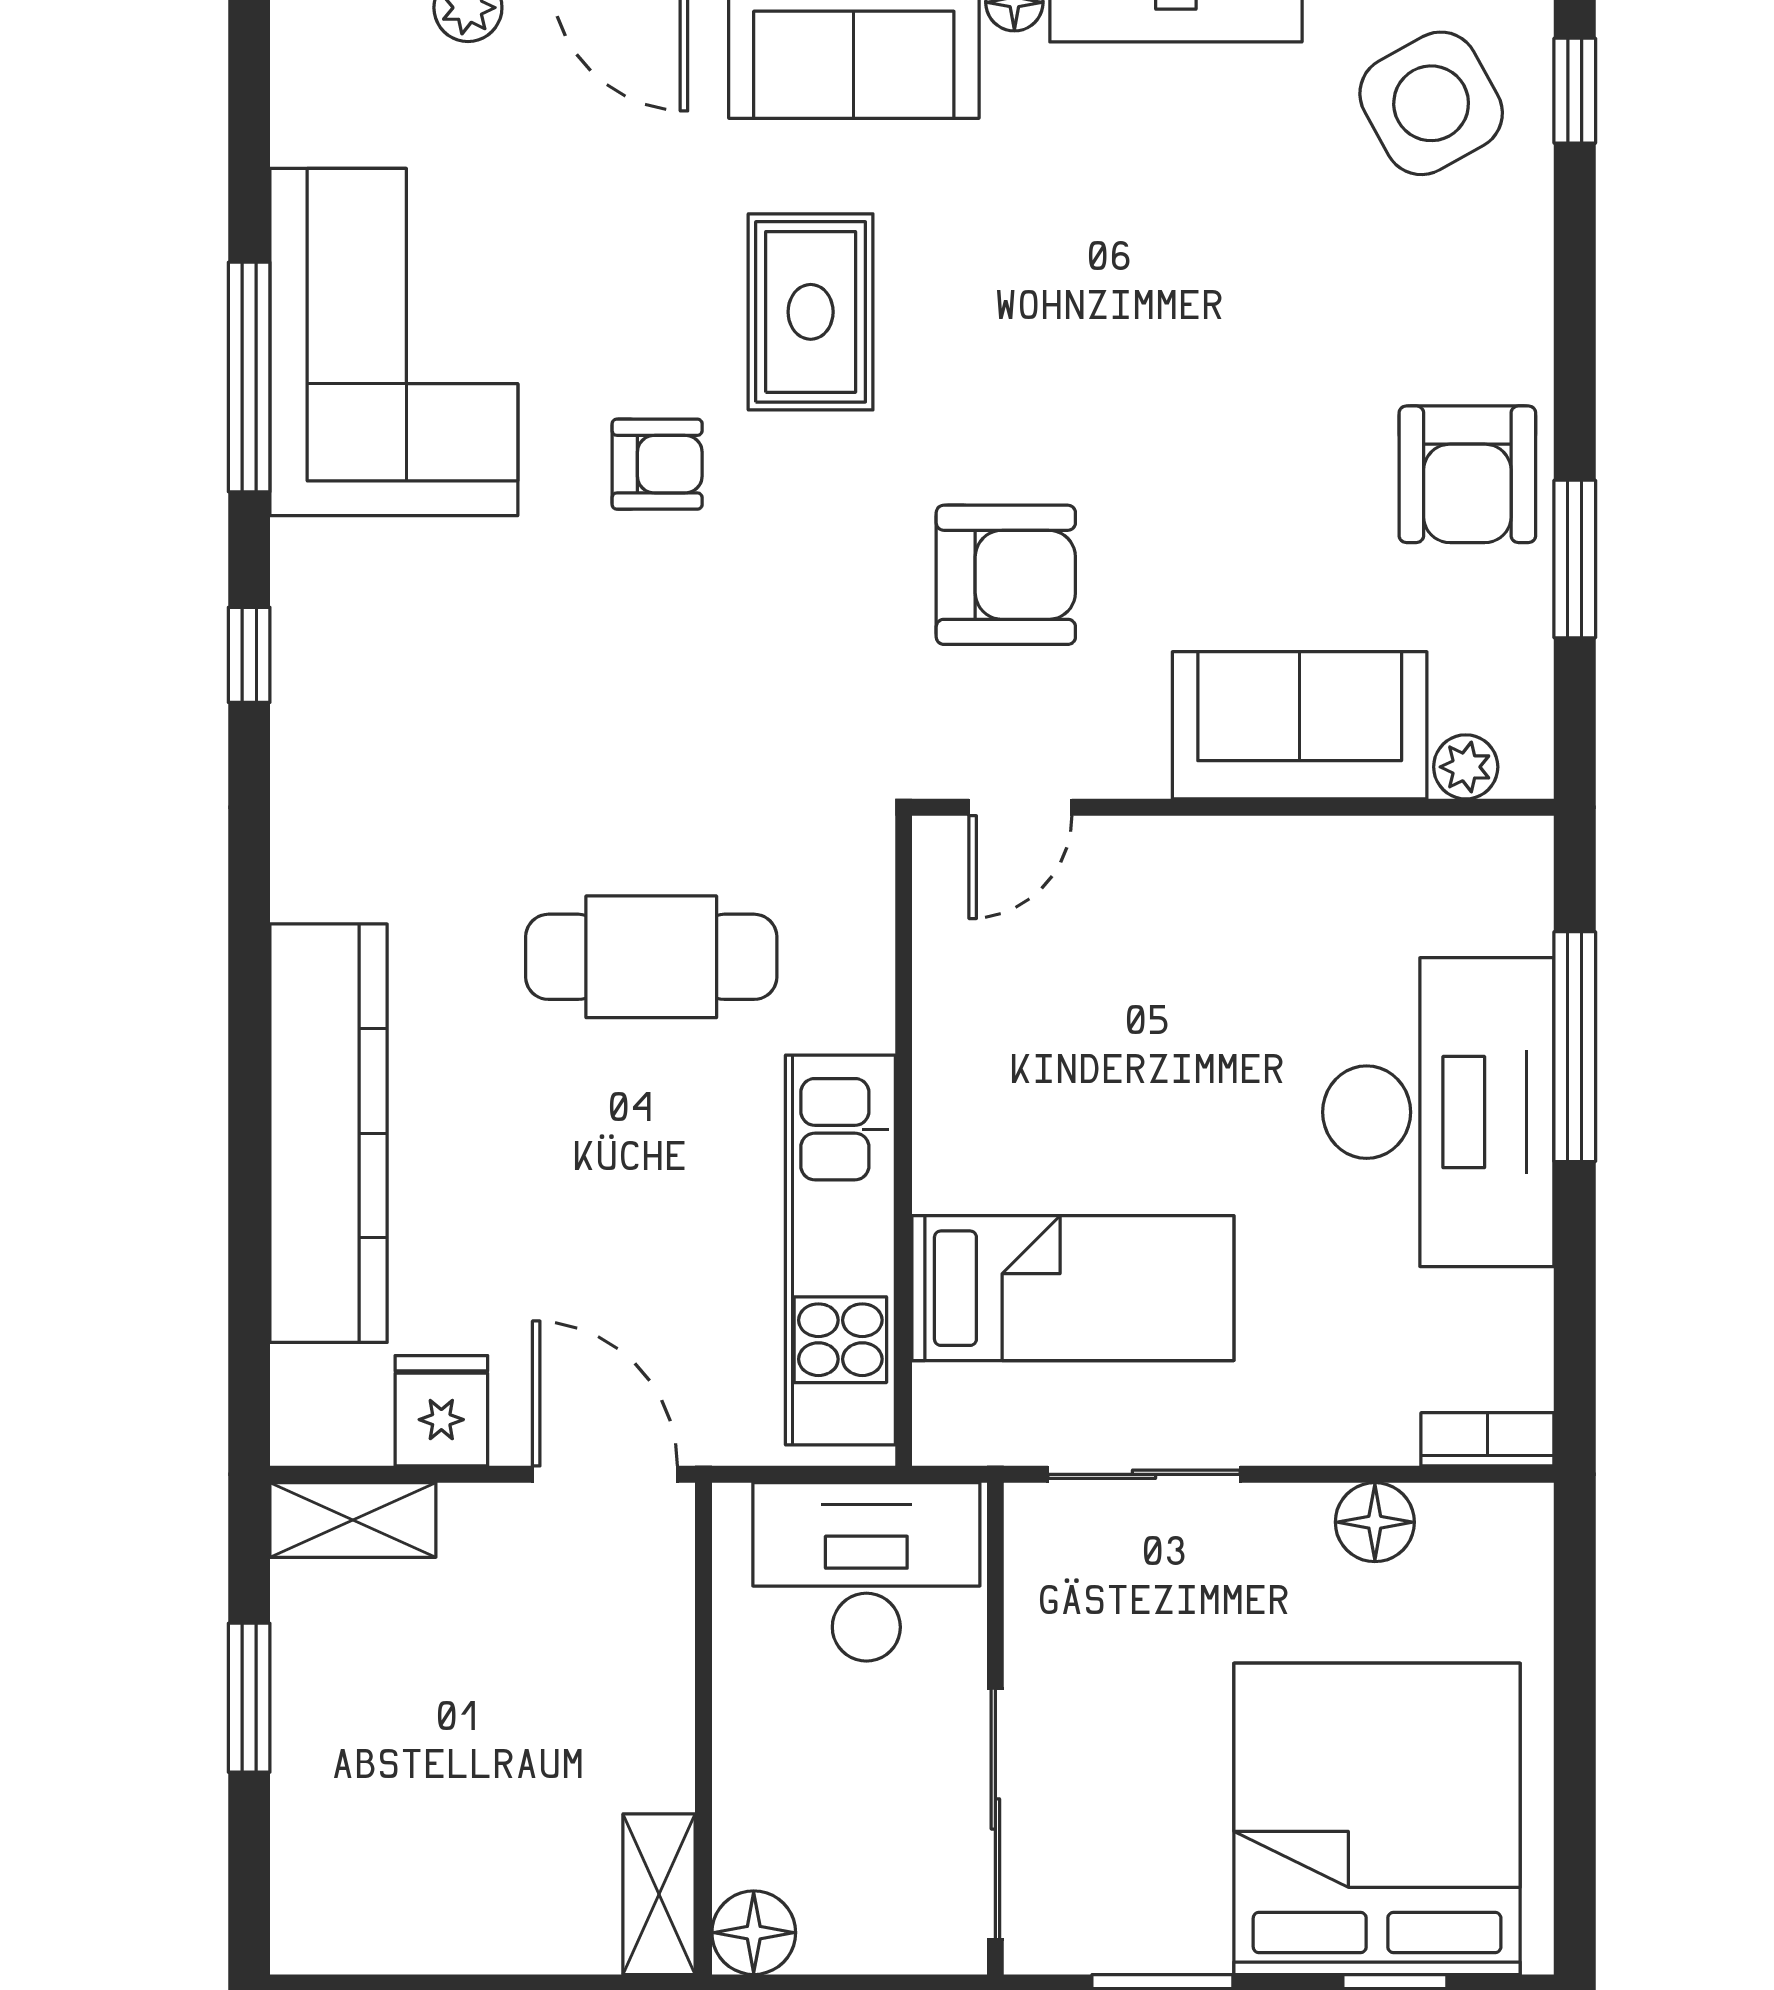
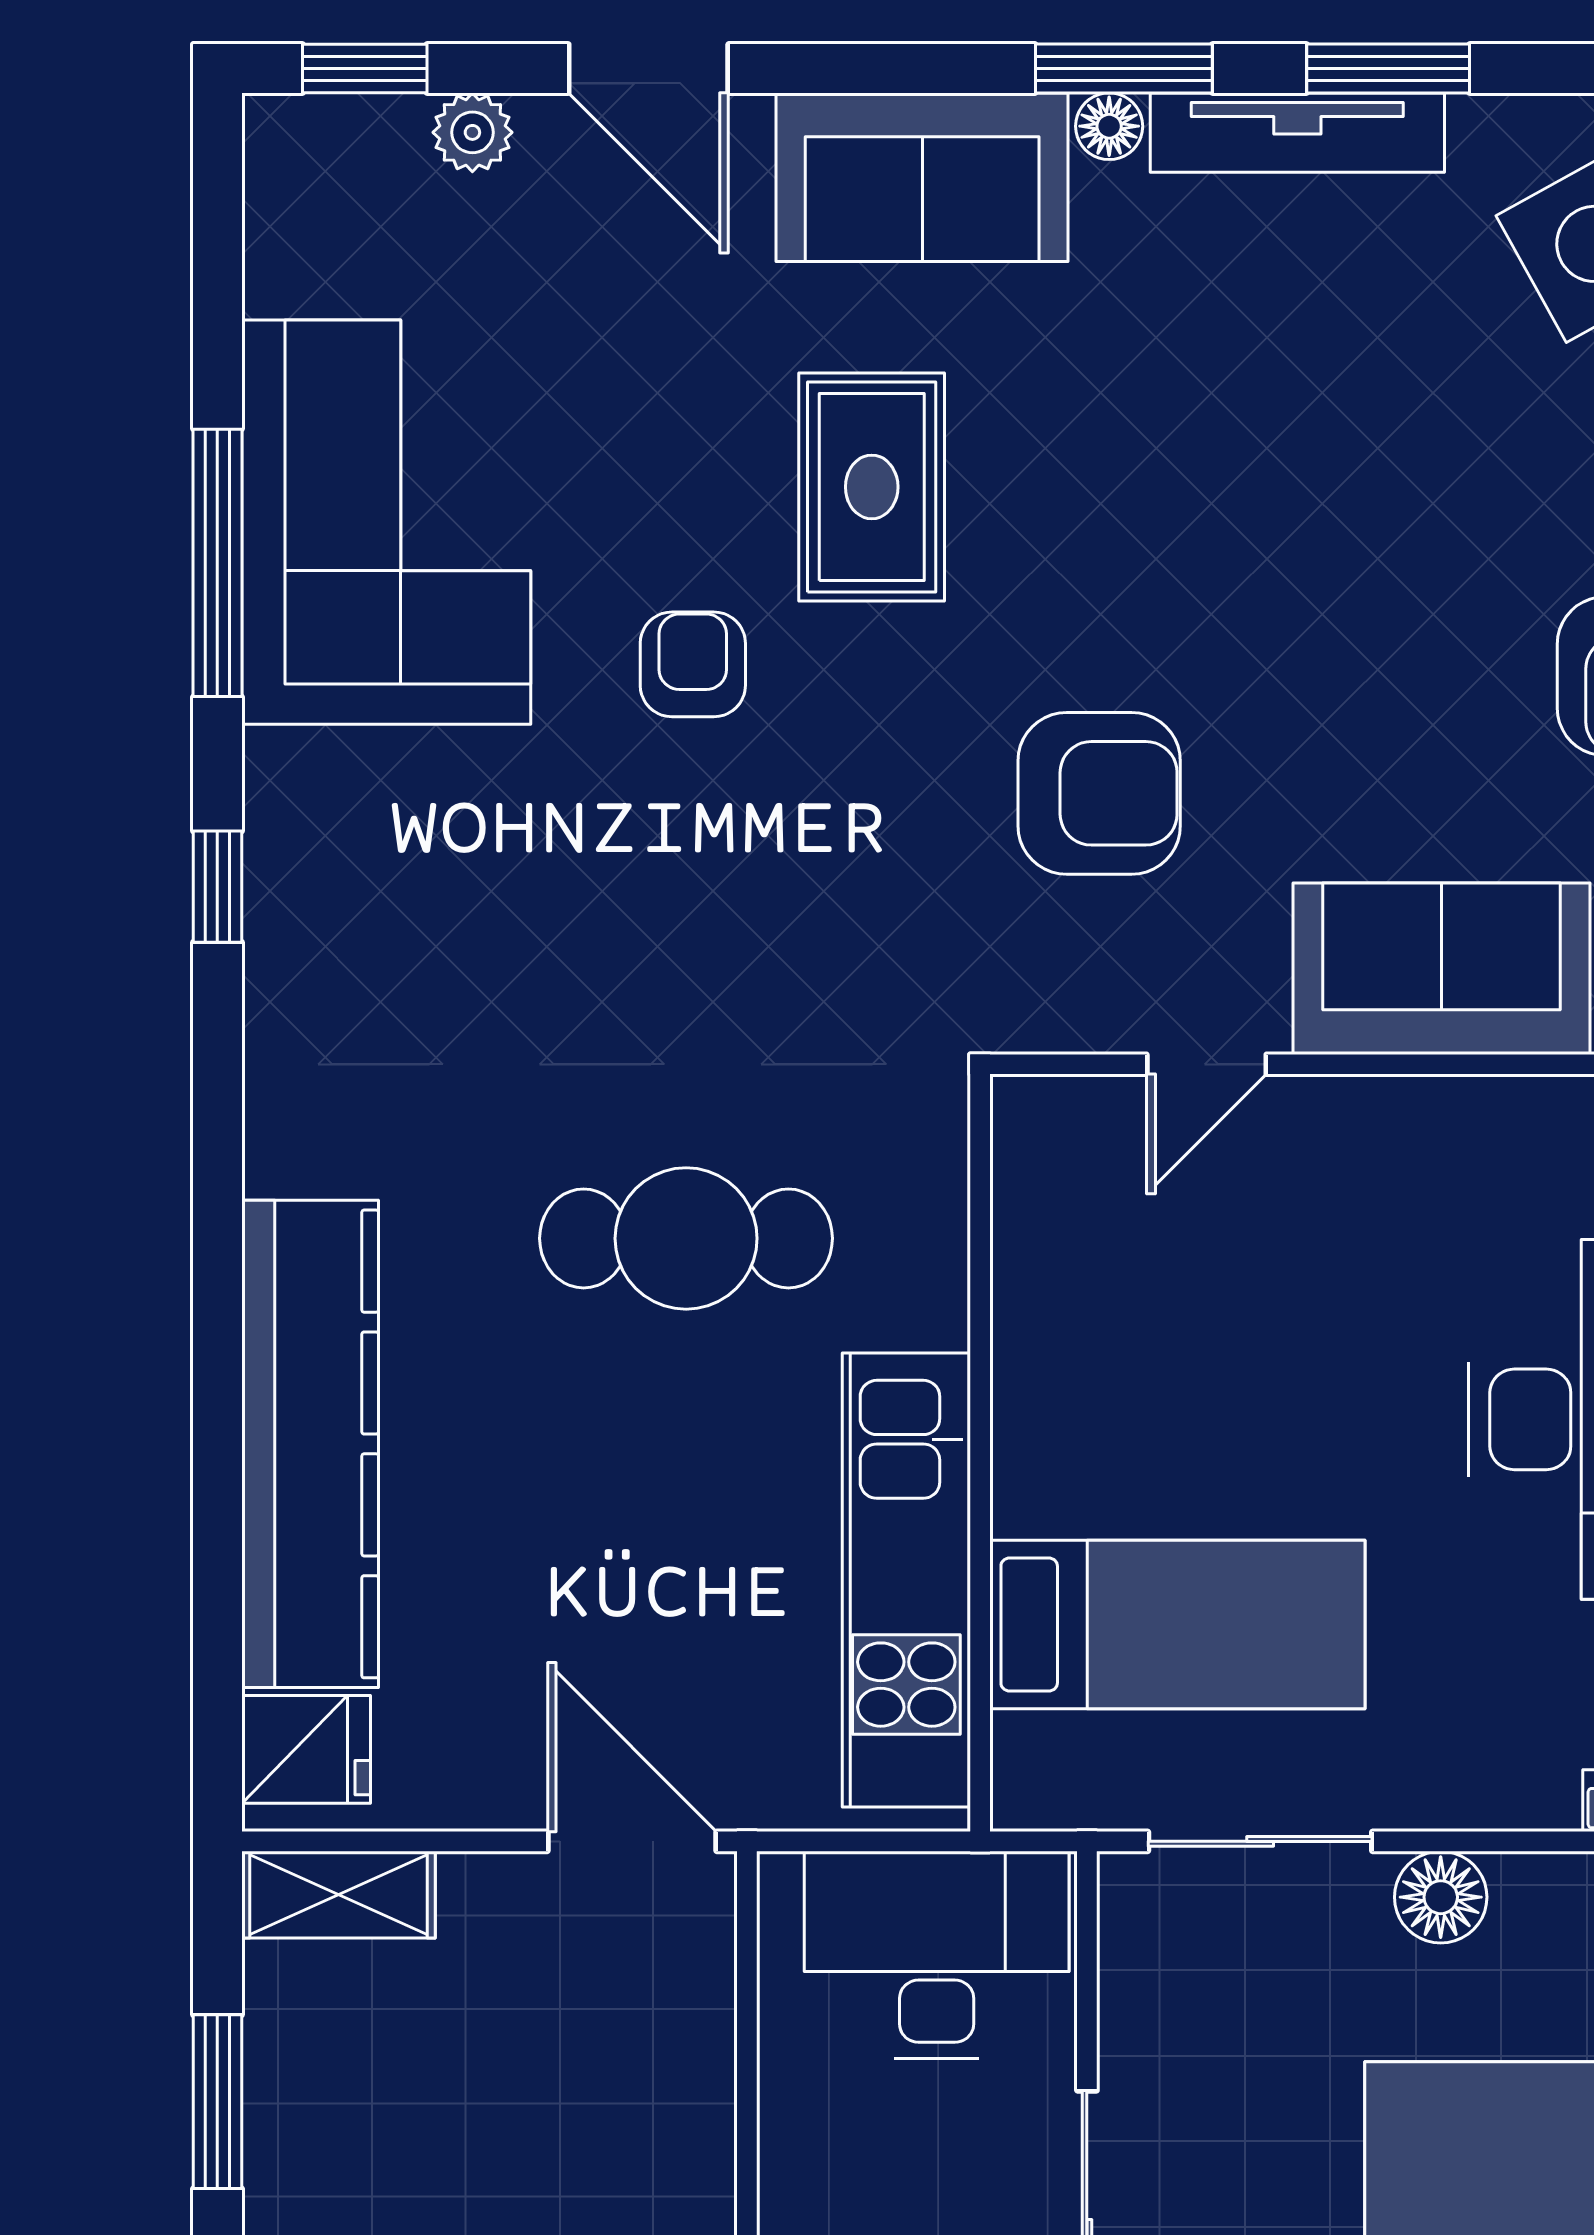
armchair: (657, 464) -> (693, 664), turned -90
door: (1020, 807) -> (1207, 1064), moved
fridge: (441, 1411) -> (306, 1749), moved, turned 90
floor lamp: (1375, 1522) -> (1441, 1897), moved

